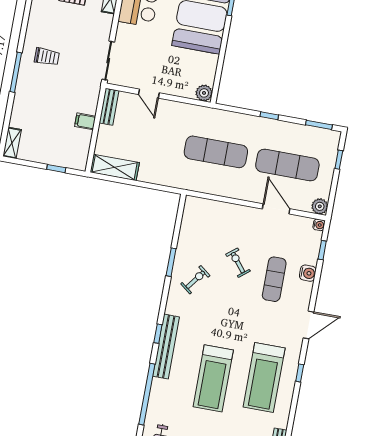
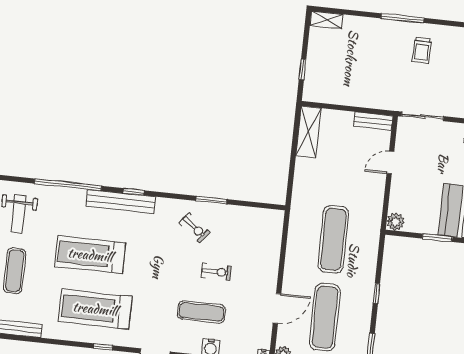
window: (222, 55) -> (437, 238), added
filing cabinet: (85, 121) -> (356, 96), removed
exercise bike: (238, 263) -> (216, 272), turned 39

